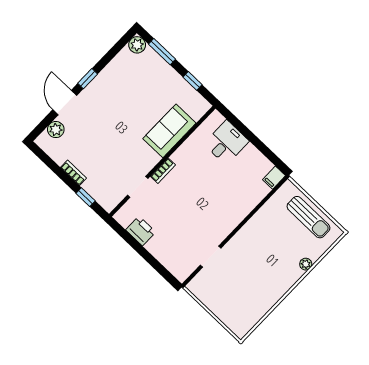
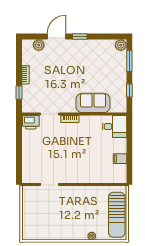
desk: (226, 143) -> (115, 126), moved
filing cabinet: (274, 178) -> (120, 159), moved
sun lounger: (308, 217) -> (117, 215), width x1.36, depth x1.34
printer: (141, 231) -> (31, 122), moved, turned 90

